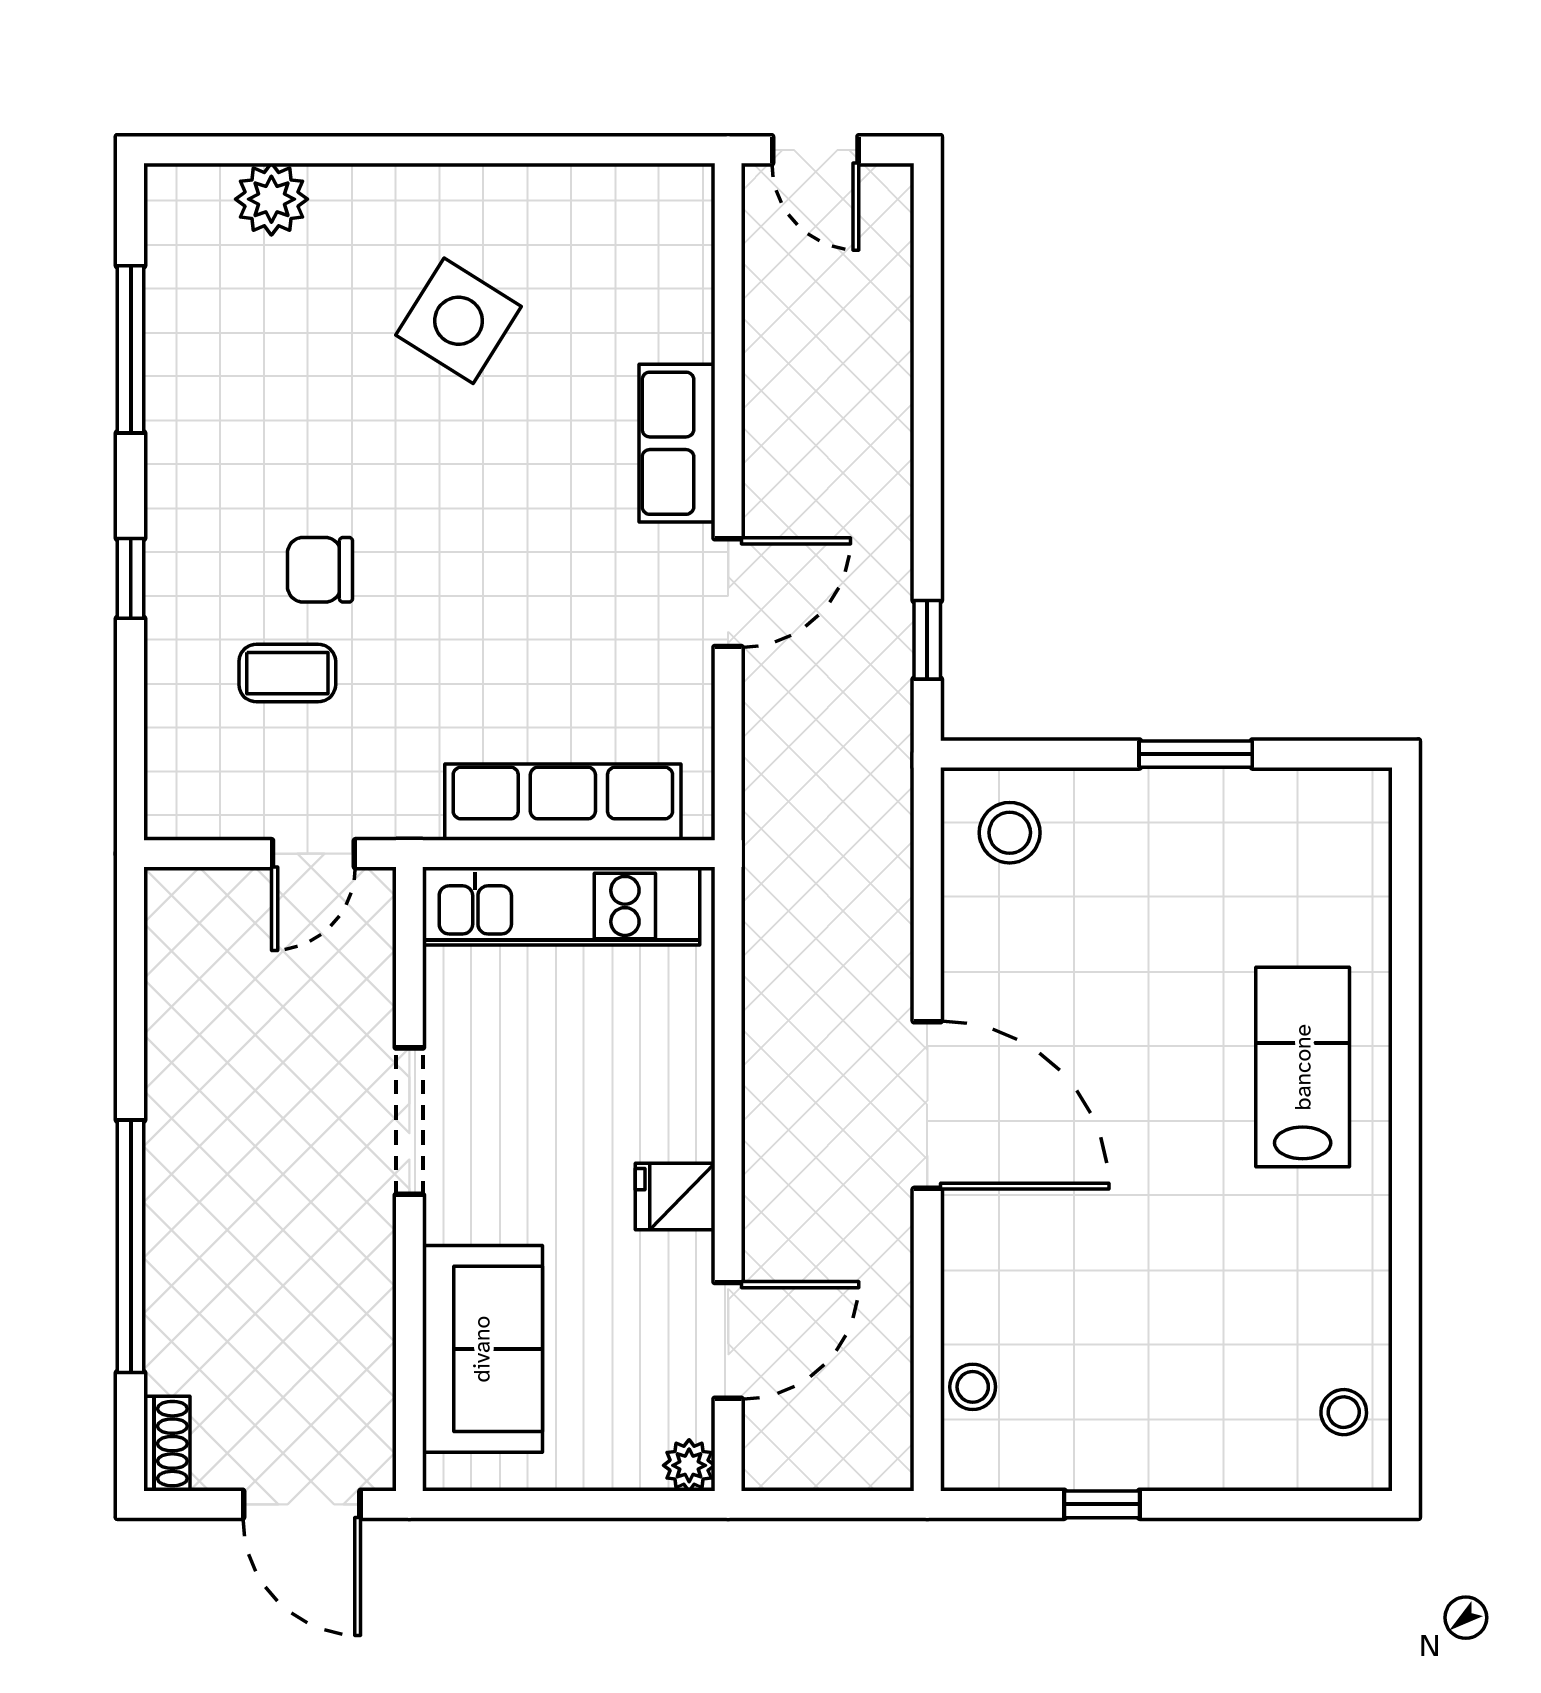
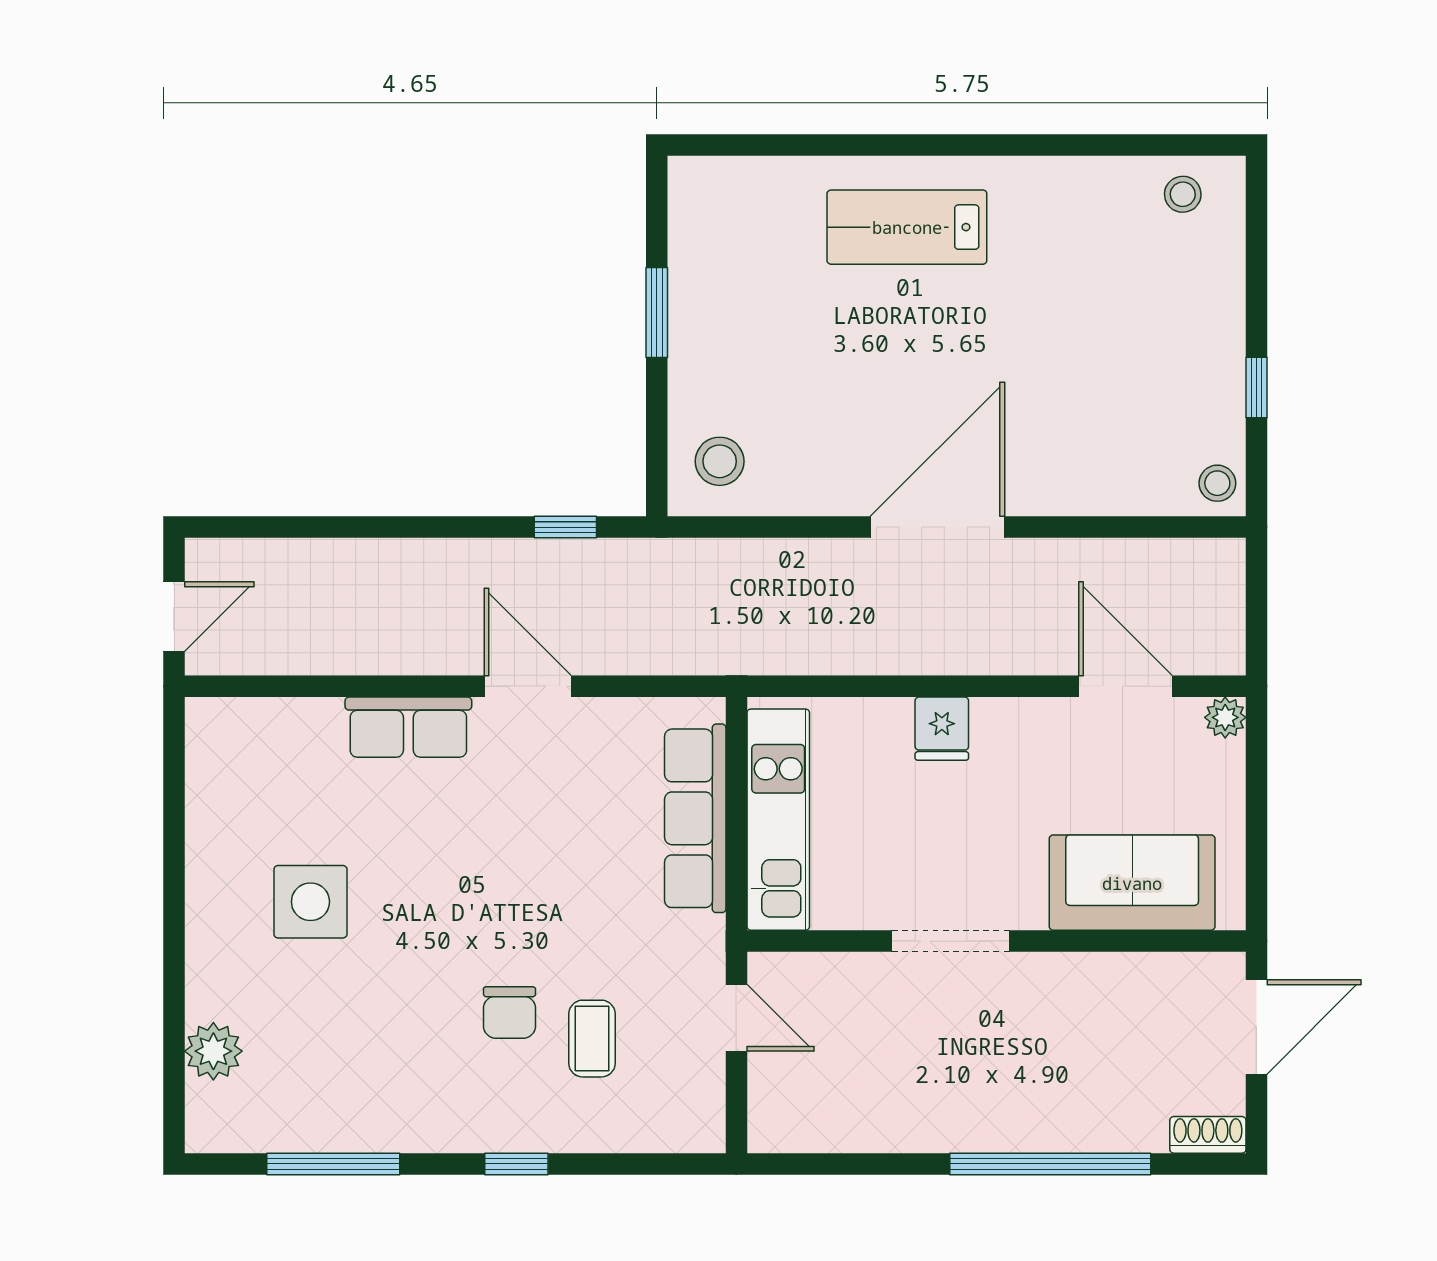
side table: (459, 321) -> (310, 902), turned -32
fridge: (675, 1196) -> (942, 729), moved
stool: (973, 1387) -> (1217, 483), moved

